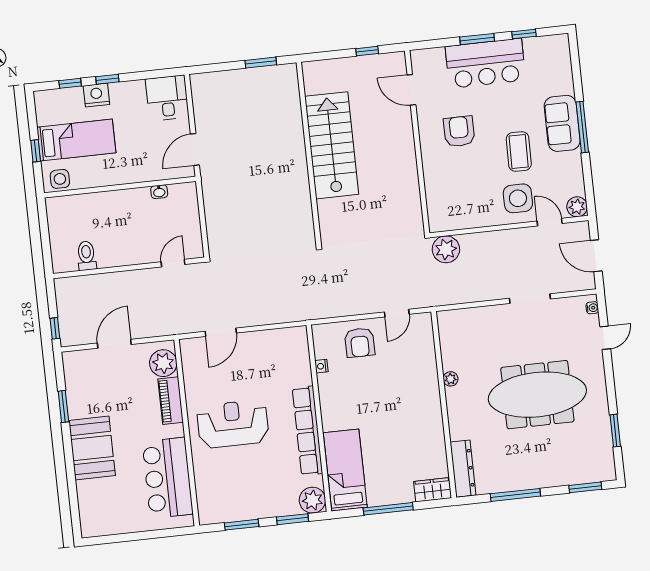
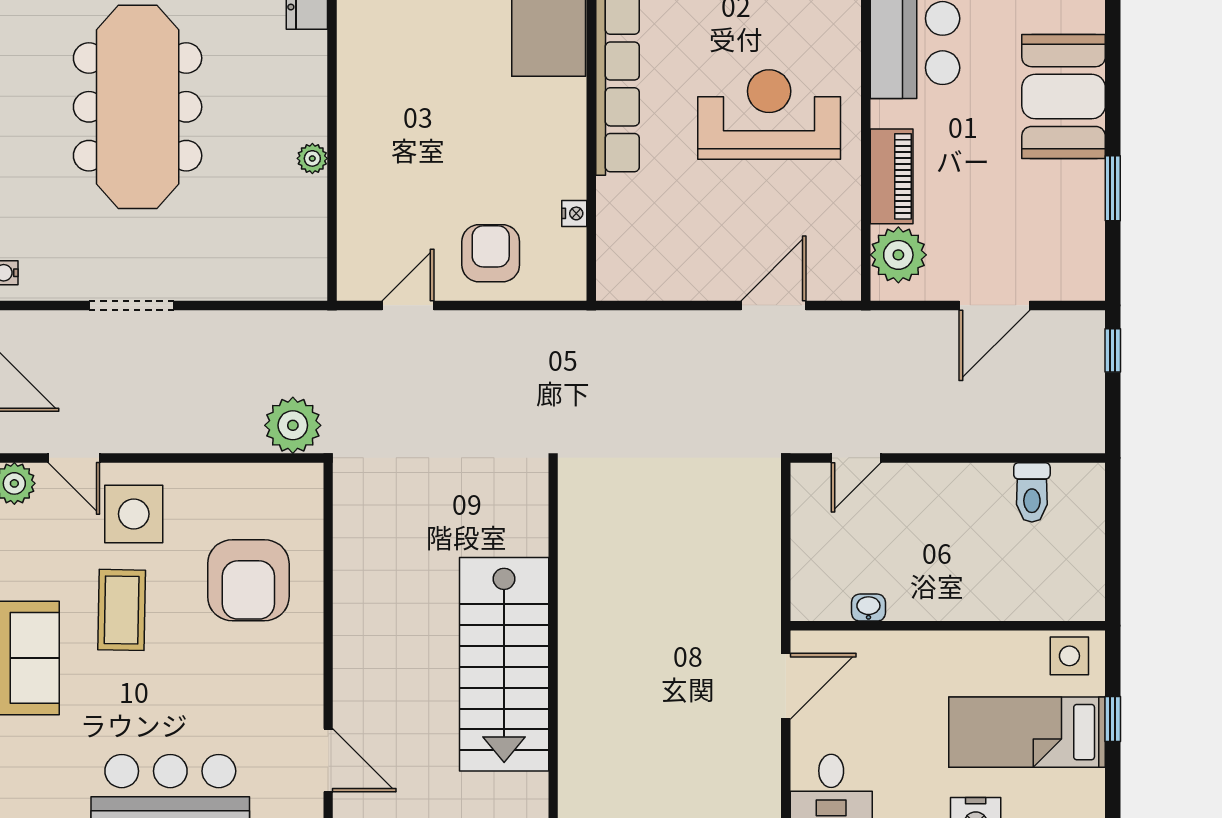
armchair: (459, 131) -> (248, 580), moved, width x1.36, depth x1.36
meeting table: (537, 395) -> (138, 107), turned 90
reception desk: (233, 424) -> (769, 114), turned 180

